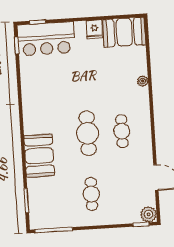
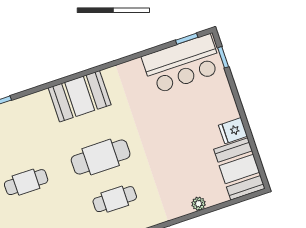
bar counter: (46, 39) -> (182, 64), moved, turned -90
plant: (143, 81) -> (199, 204), moved
booth: (39, 156) -> (80, 96), moved

